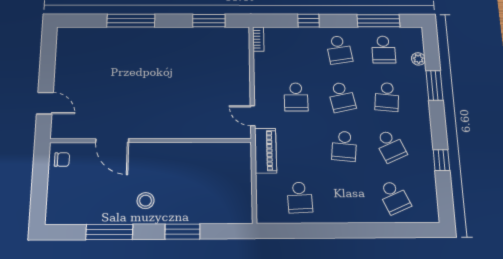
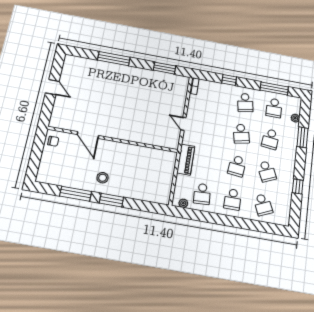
school desk: (296, 97) -> (233, 199), moved
door: (45, 103) -> (52, 87), moved
door: (253, 116) -> (183, 124), moved
plant: (274, 217) -> (183, 203), added
window: (182, 232) -> (111, 200), moved

